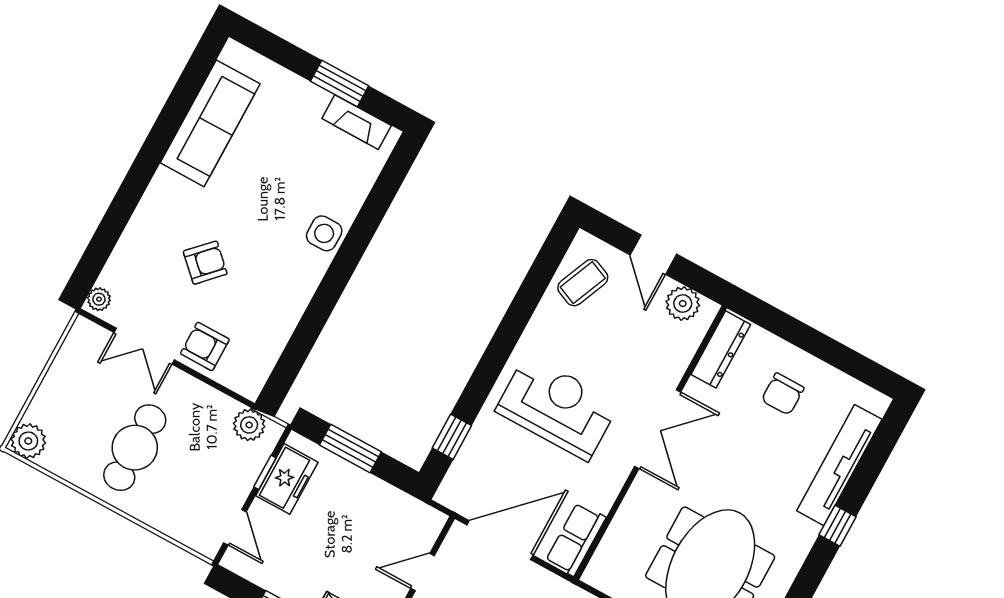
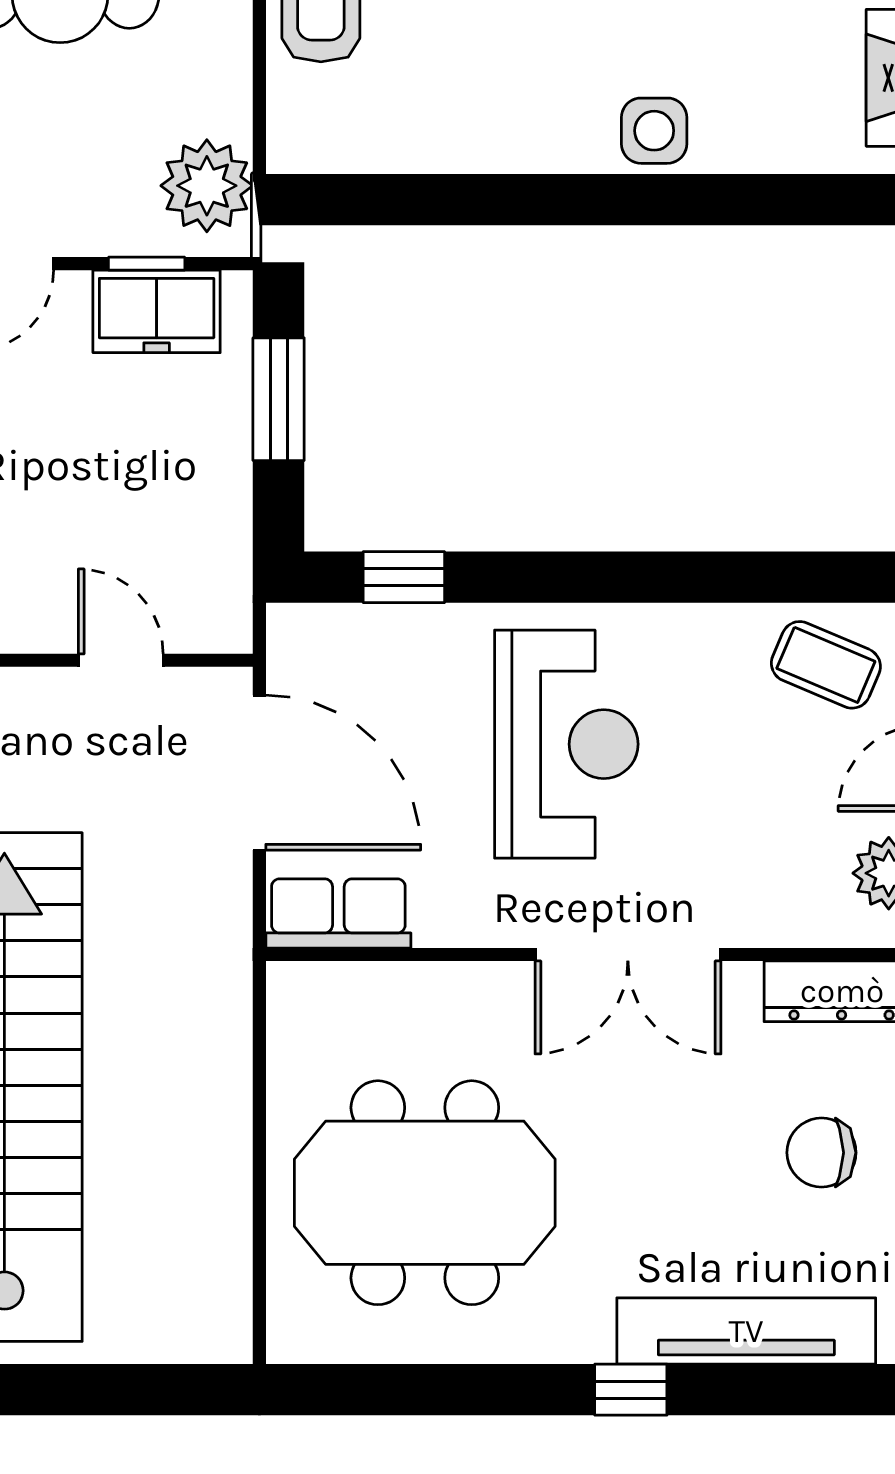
plant: (249, 425) -> (207, 186), width x1.36, depth x1.36

